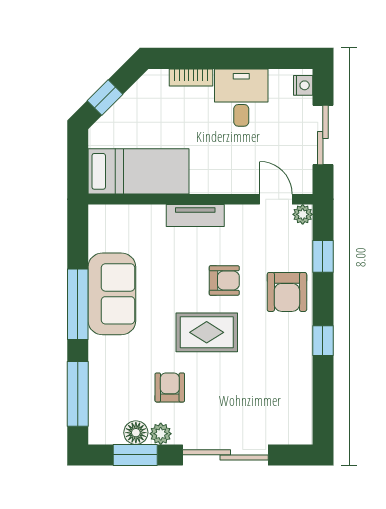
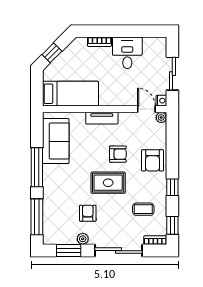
nightstand: (303, 85) -> (161, 101), moved
window: (323, 256) -> (172, 225), moved
sofa: (112, 294) -> (56, 141), moved
coffee table: (270, 380) -> (143, 209), added
floor lamp: (136, 433) -> (69, 238), removed
bookcase: (292, 436) -> (155, 240), added

